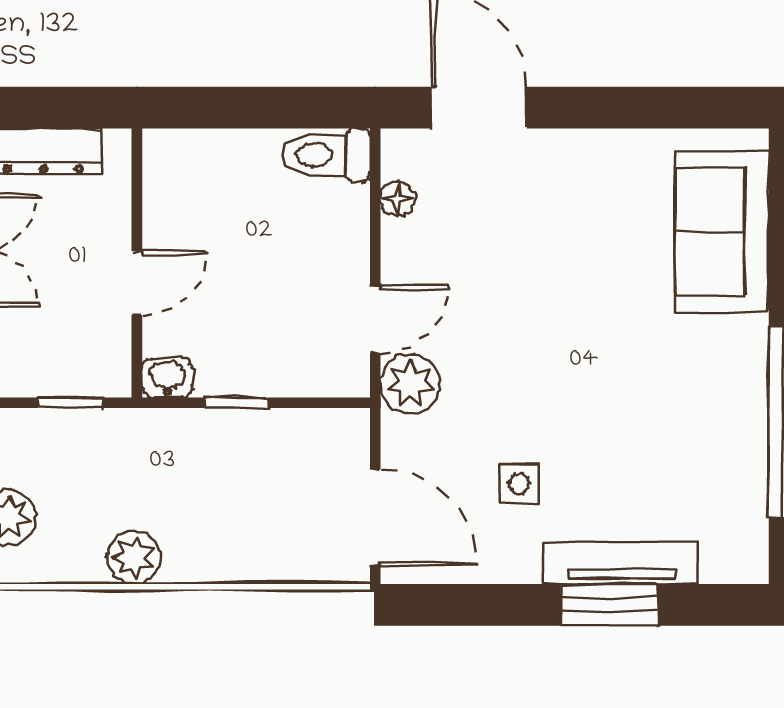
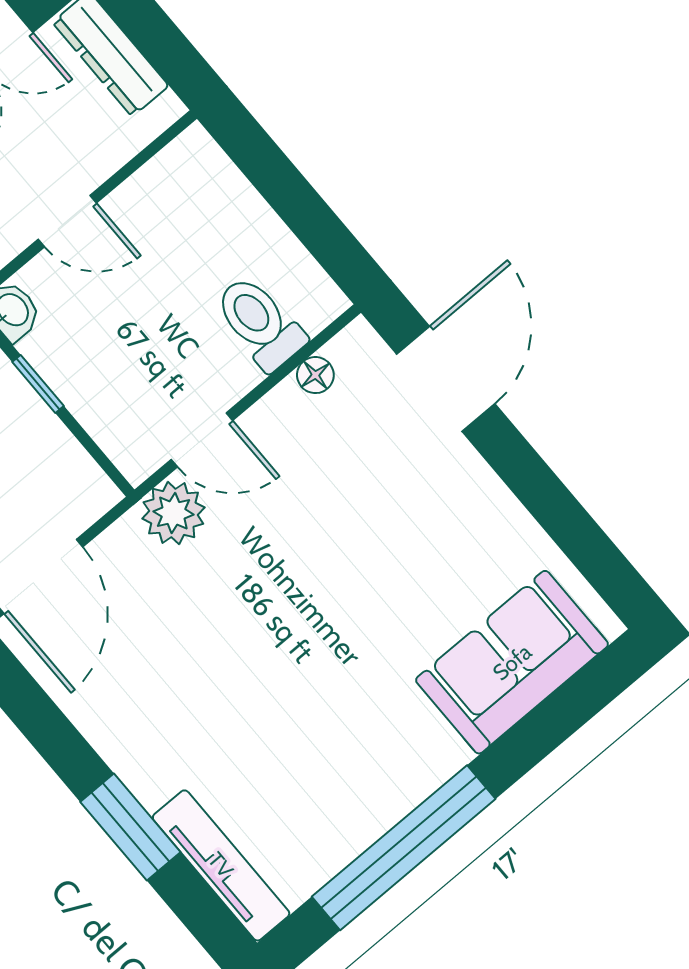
toilet: (326, 155) -> (260, 323), moved
side table: (519, 484) -> (167, 670), removed
tv unit: (621, 563) -> (221, 865), moved

